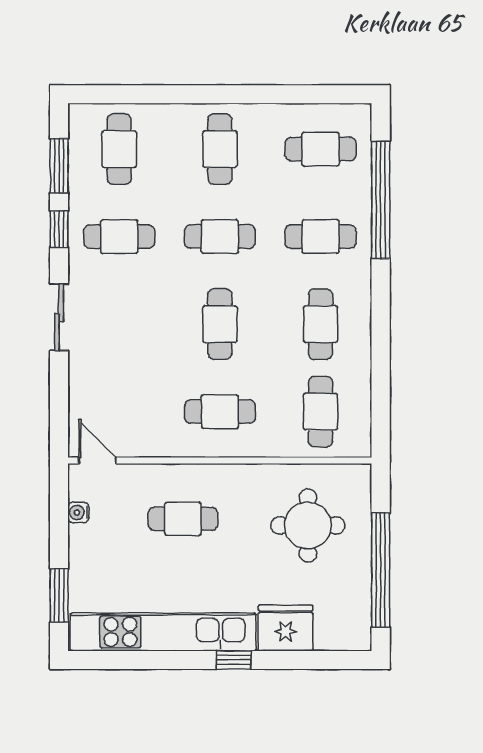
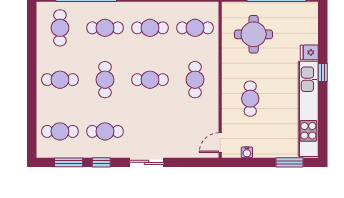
cafe table: (119, 237) -> (105, 131), turned 90
cafe table: (321, 237) -> (105, 28), turned 90
fridge: (286, 628) -> (309, 52), width x0.53, depth x0.75

